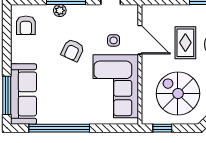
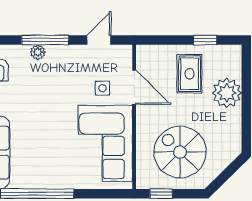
rug: (185, 43) -> (190, 74), moved
armchair: (73, 50) -> (53, 100), removed

